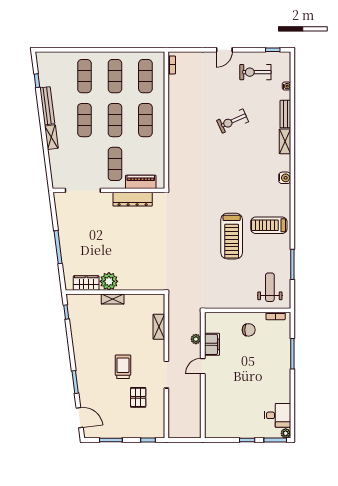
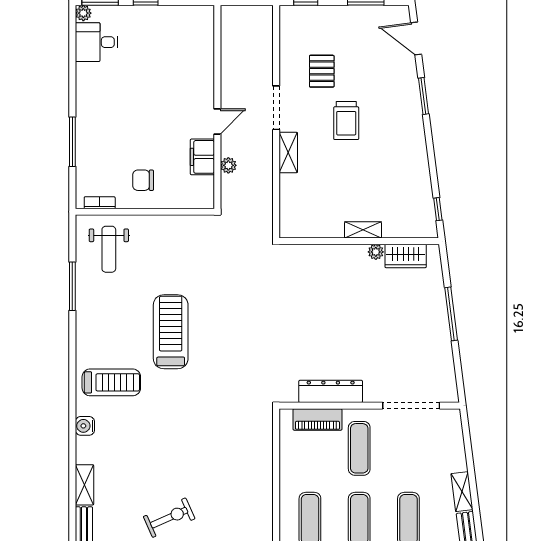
treadmill: (269, 225) -> (111, 382), moved
plant: (109, 281) -> (376, 252), width x0.53, depth x0.53
shelving: (159, 327) -> (288, 153), moved

